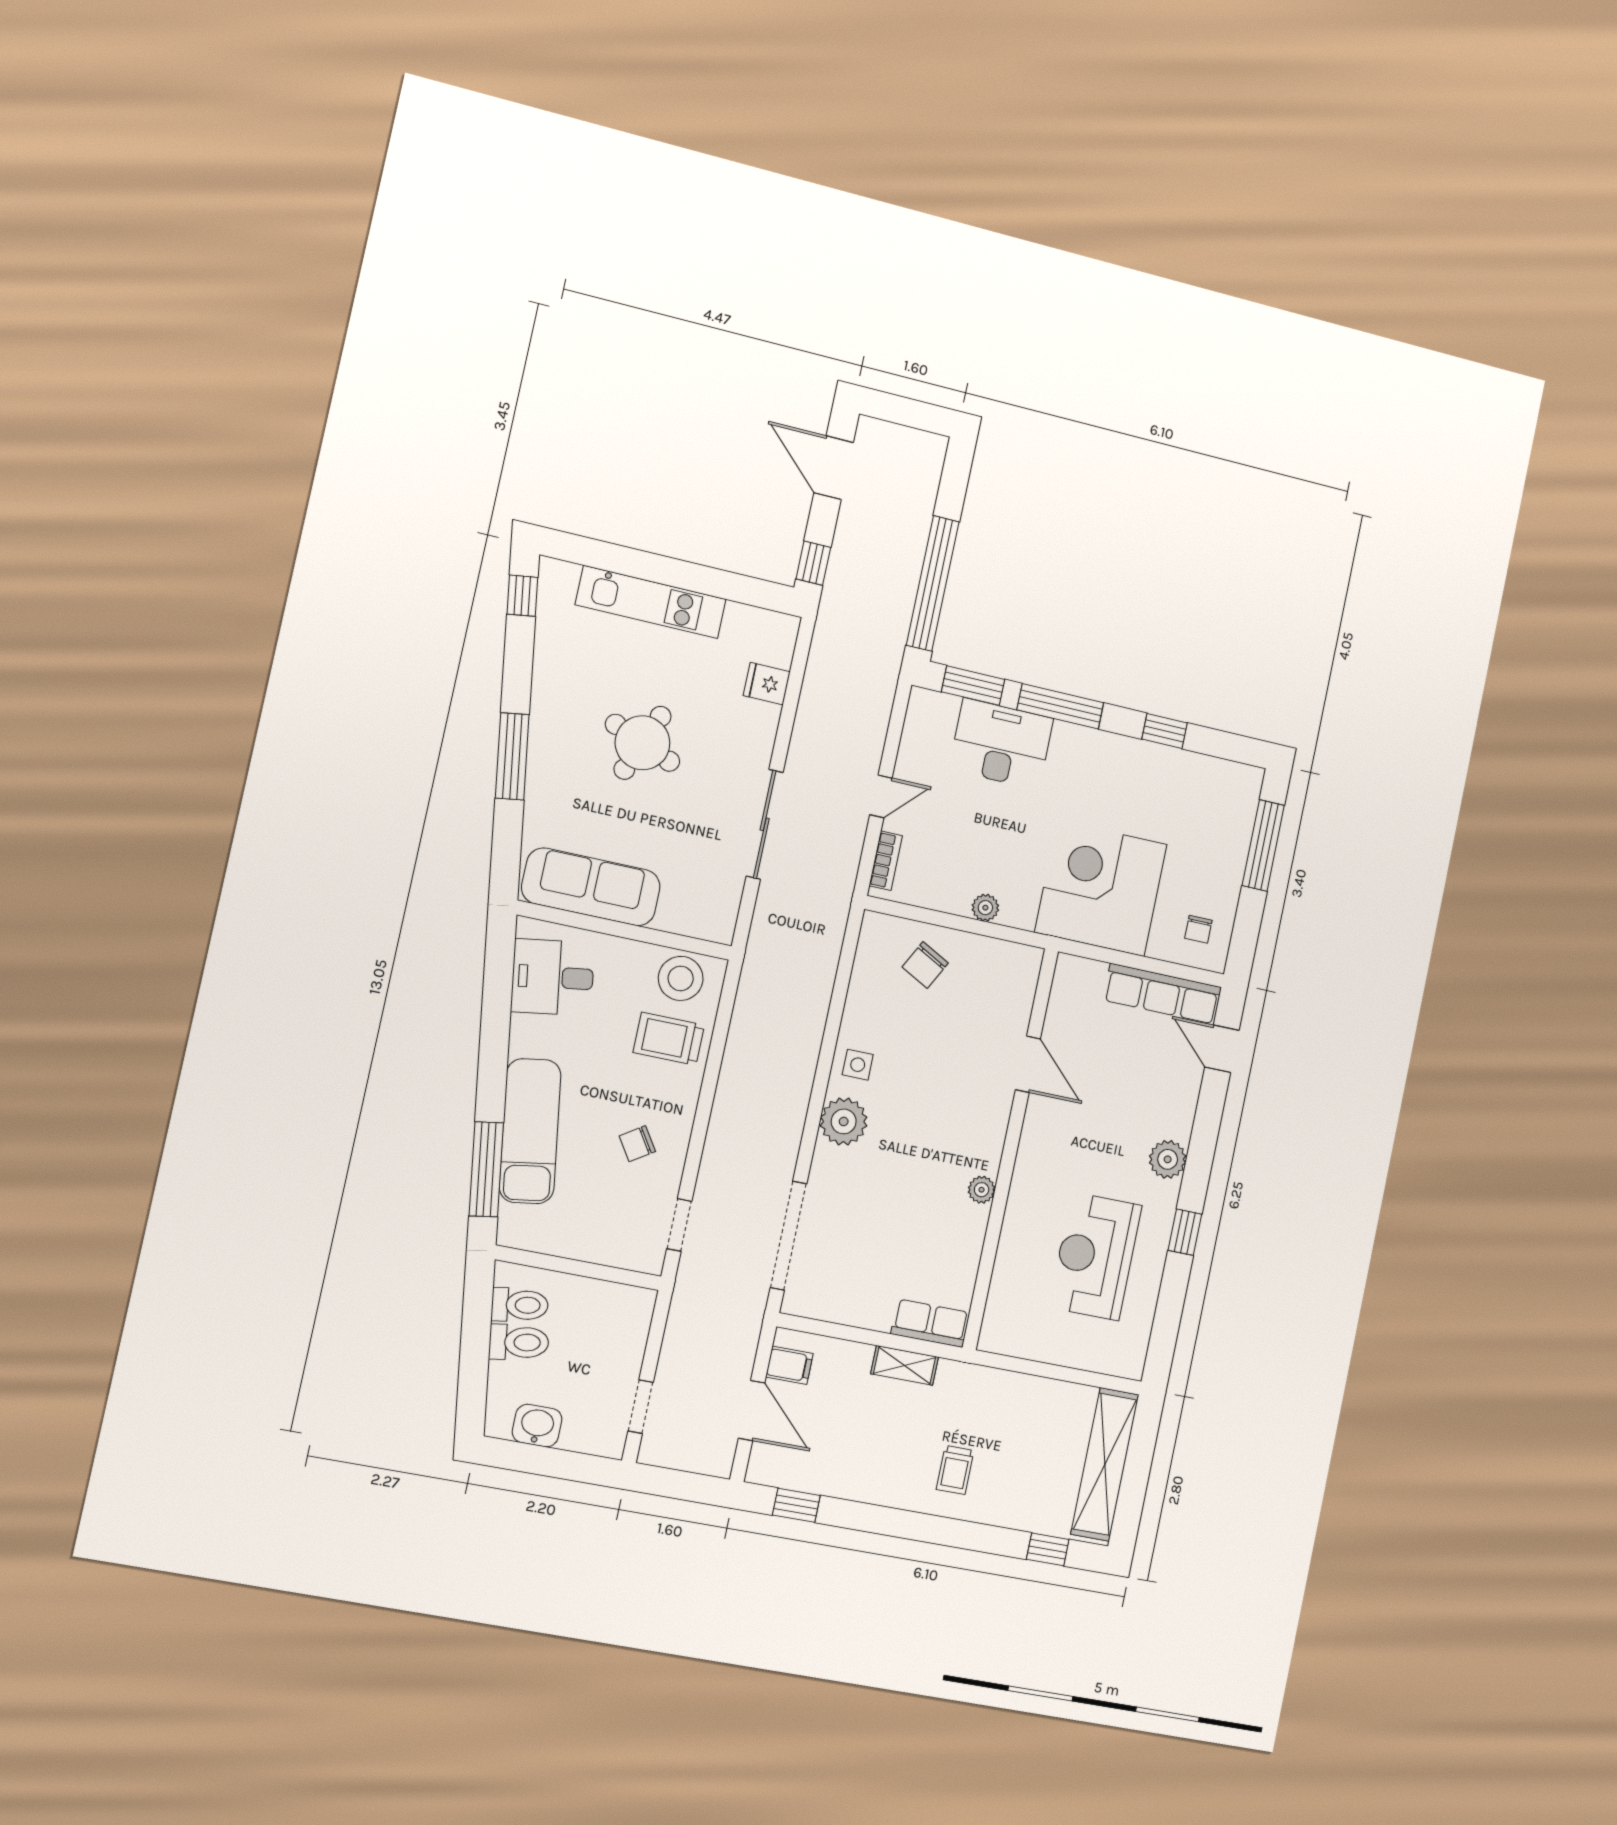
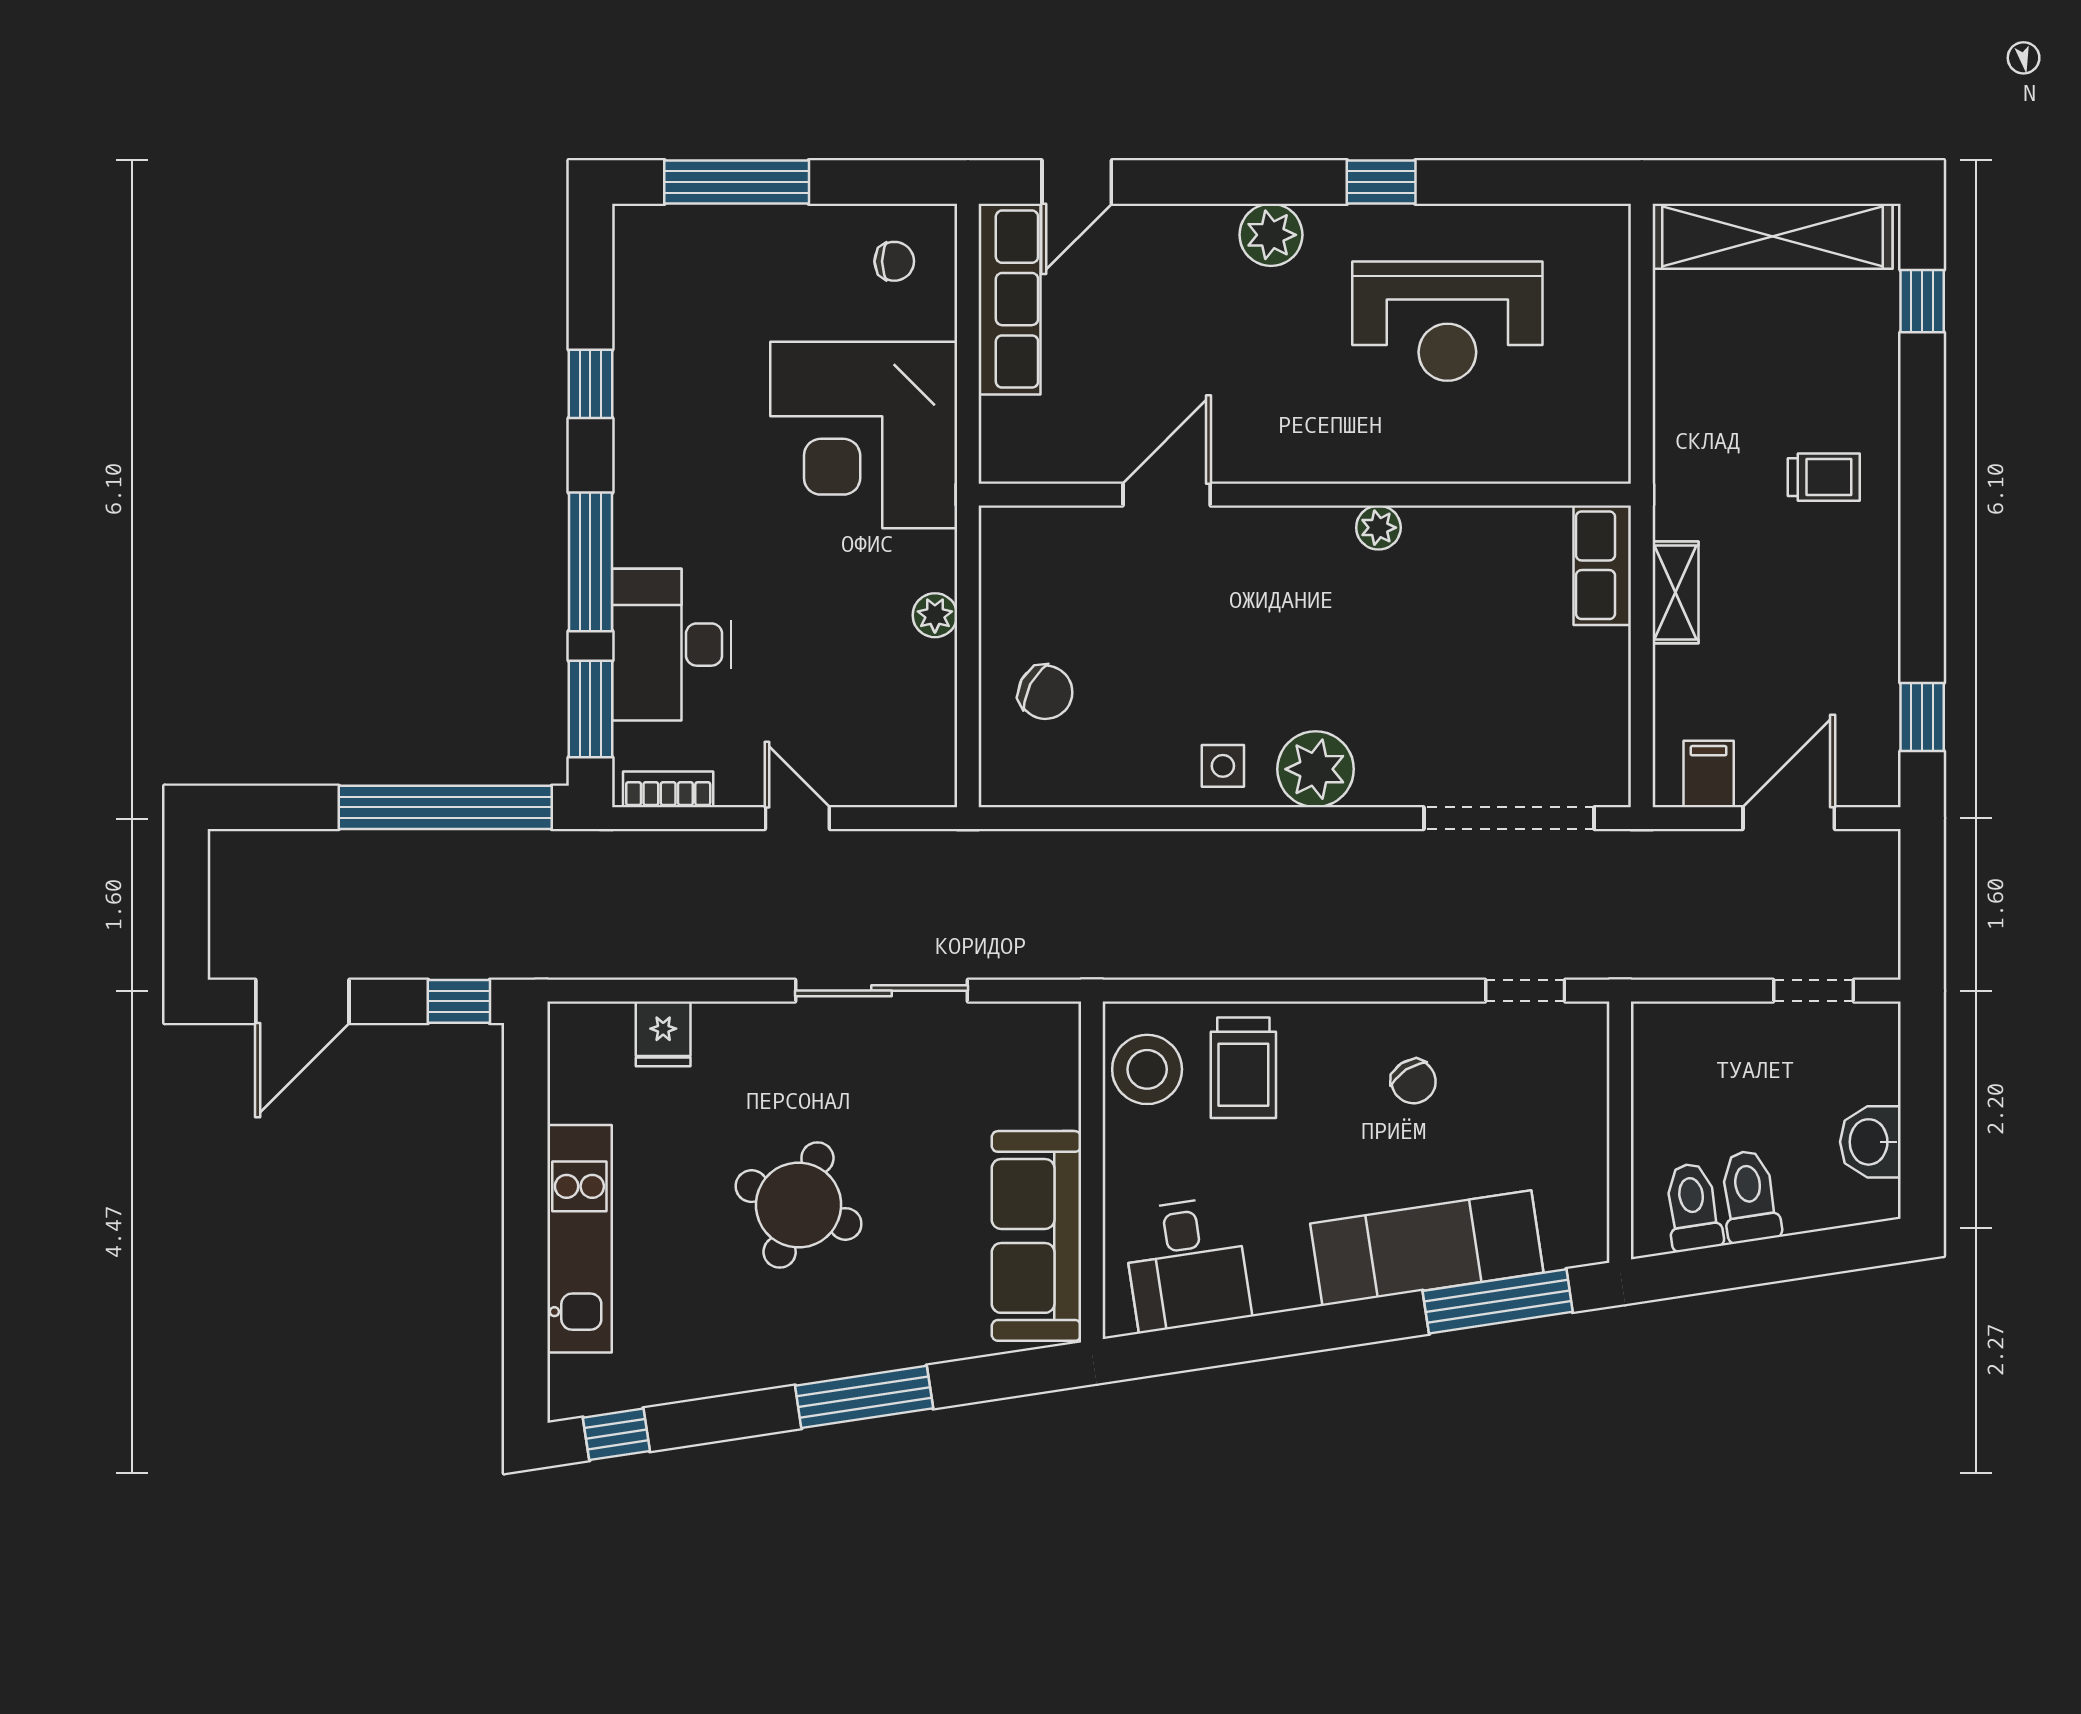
bookcase: (886, 861) -> (668, 789), moved

